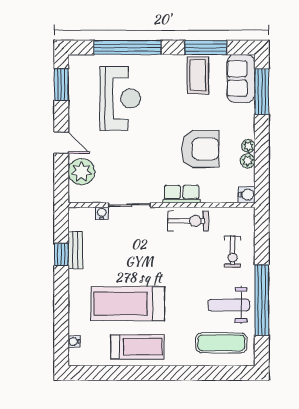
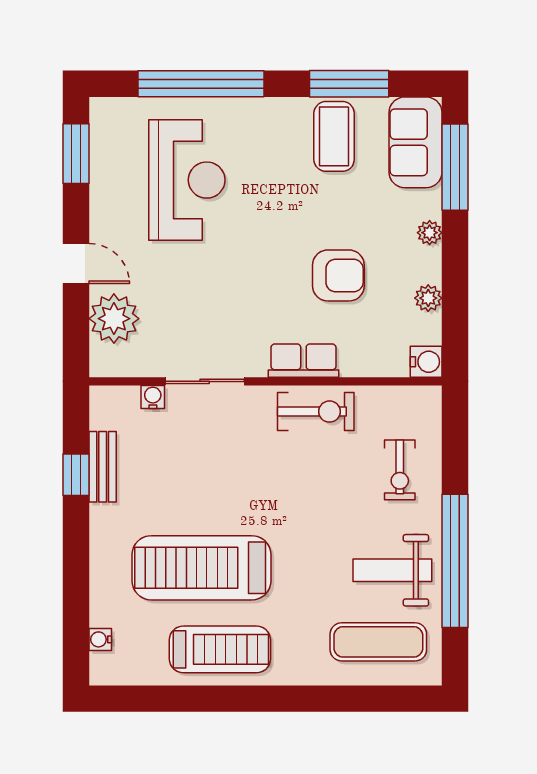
plant: (248, 146) -> (430, 233), moved
armchair: (200, 149) -> (338, 275), width x0.73, depth x0.73

